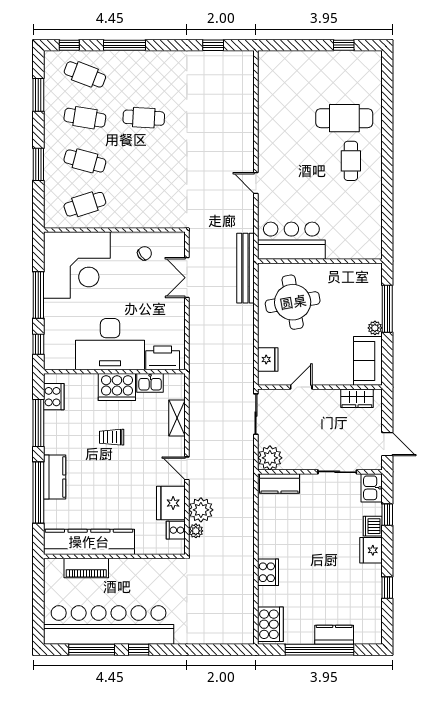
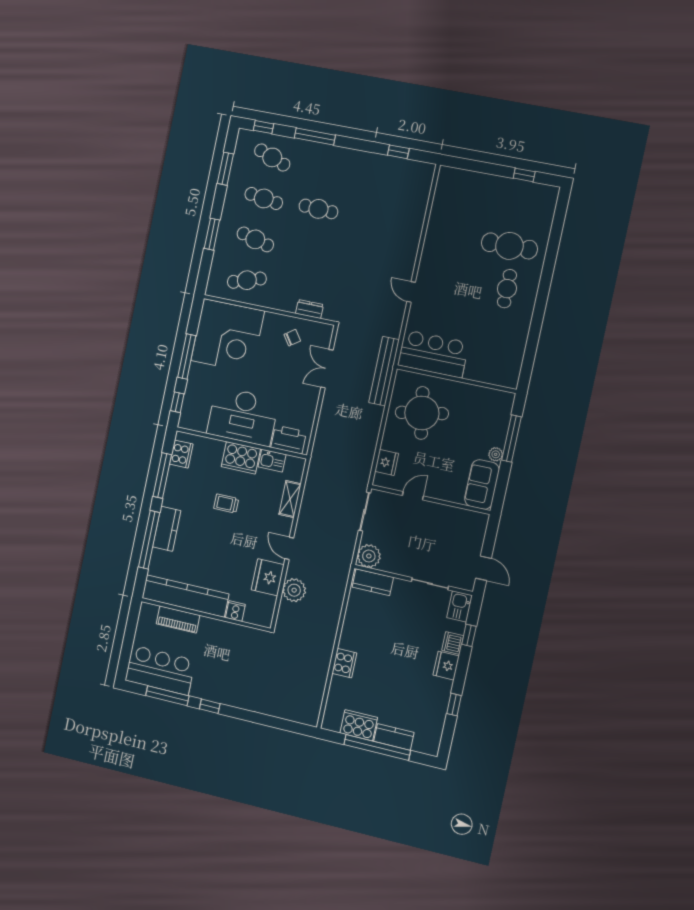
dresser: (156, 221) -> (310, 309), added
wardrobe: (357, 398) -> (464, 518), removed
cooker: (176, 530) -> (235, 611), moved, turned 90
plant: (196, 531) -> (285, 609), removed
cooker: (270, 624) -> (359, 725), moved, turned -90
bar counter: (109, 625) -> (160, 670), width x0.54

